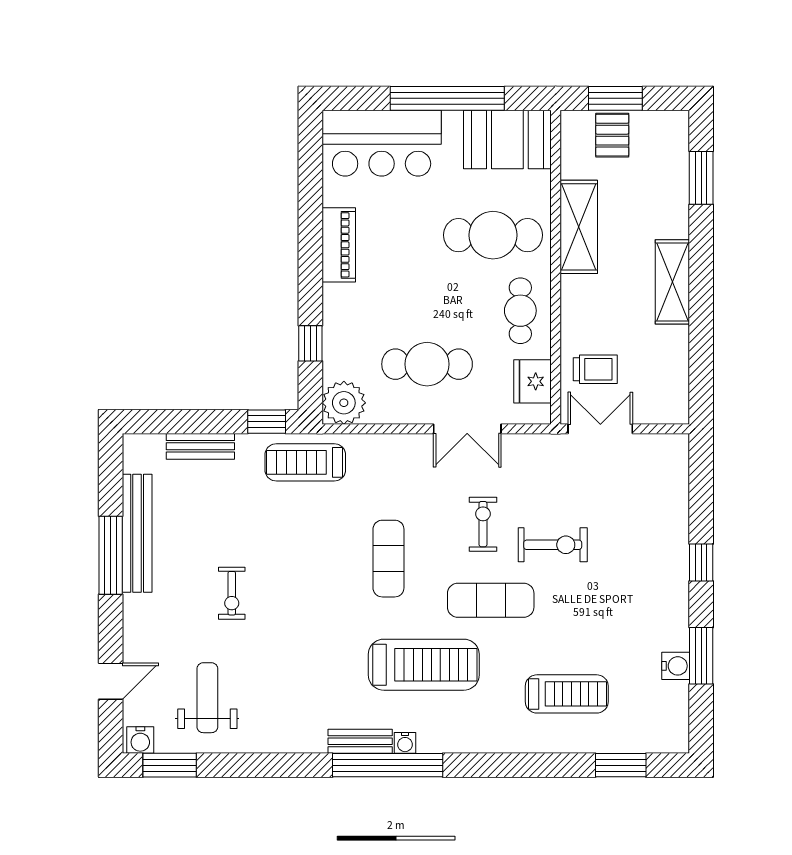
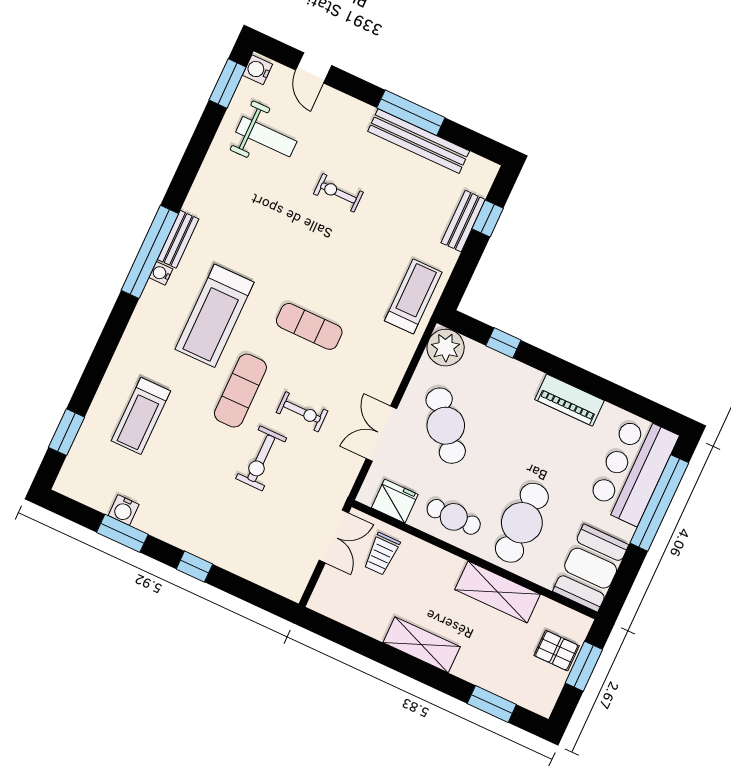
window: (447, 98) -> (659, 503), moved
cafe table: (427, 364) -> (446, 426), turned -39
window: (267, 422) -> (488, 218), moved

